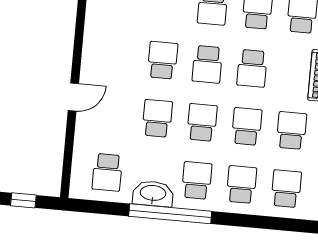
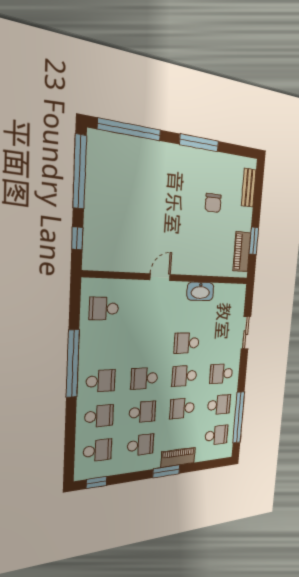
school desk: (163, 60) -> (187, 343), turned 180
door: (73, 97) -> (160, 277), swing flipped
school desk: (157, 118) -> (146, 344), removed
school desk: (202, 122) -> (144, 378), turned 180
washbasin: (153, 194) -> (200, 291), moved, turned 90

